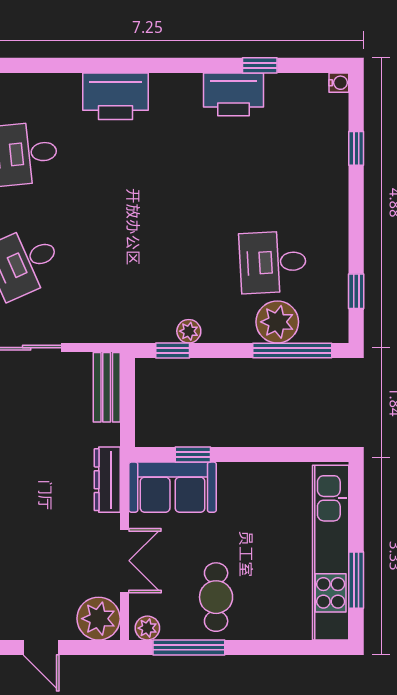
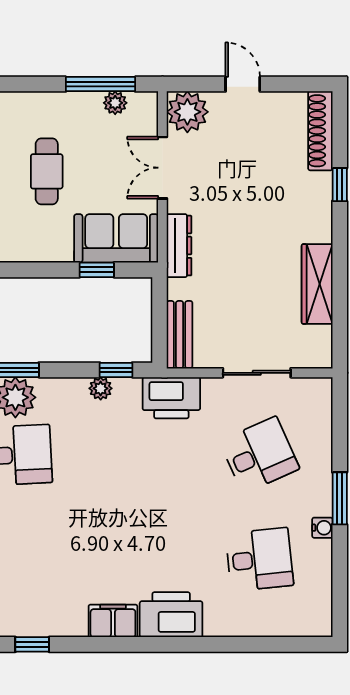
filing cabinet: (176, 90) -> (113, 621), added
printer: (234, 94) -> (171, 398), moved, turned 180
cafe table: (216, 597) -> (47, 171), moved
plant: (147, 628) -> (115, 103), moved

